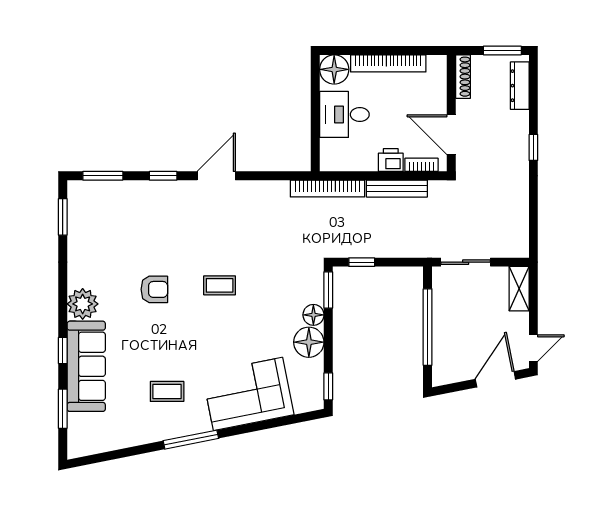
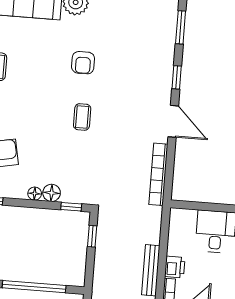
bookcase: (328, 188) -> (158, 174), moved
window: (328, 290) -> (71, 207), width x0.67
floor lamp: (309, 342) -> (35, 194), width x0.53, depth x0.53

